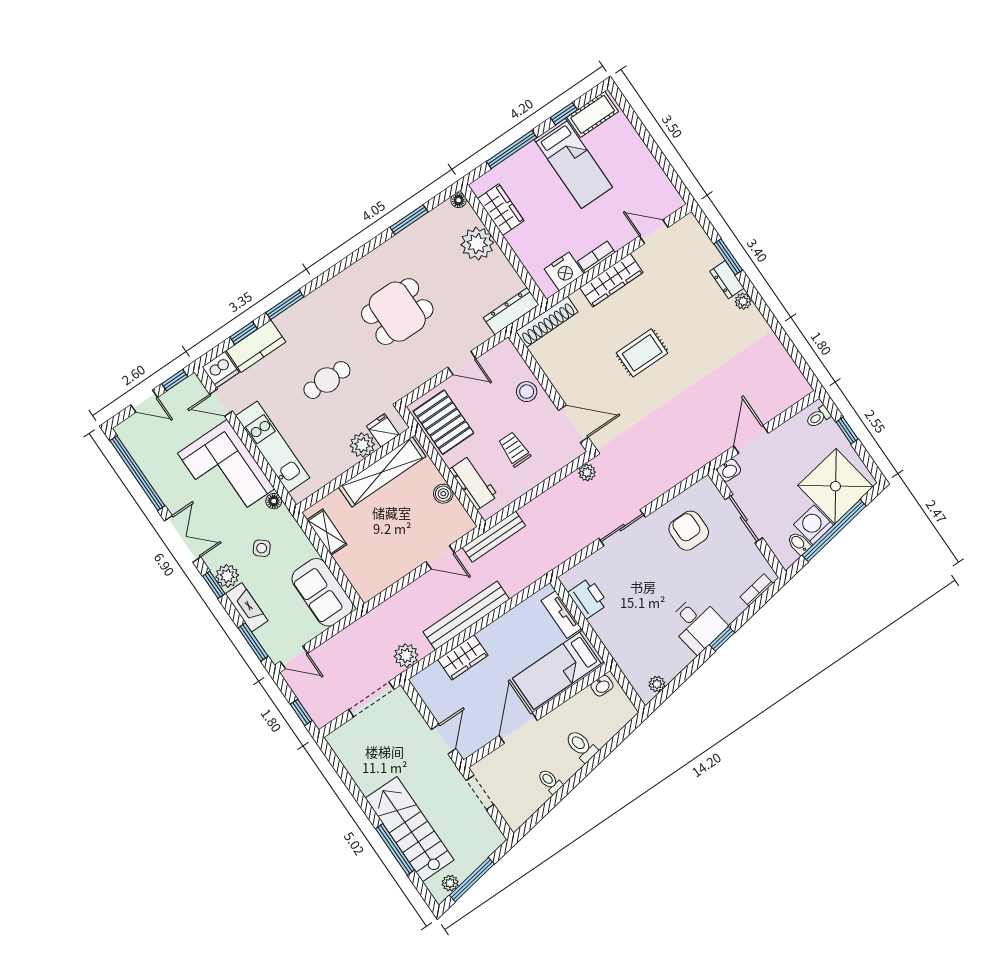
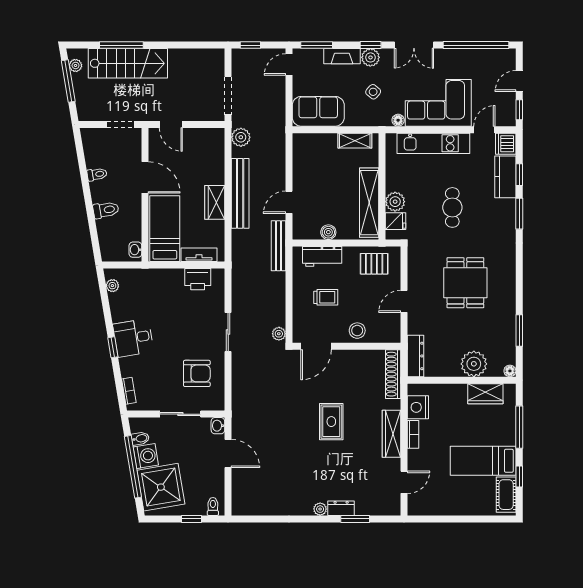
pallet: (443, 422) -> (374, 264), width x0.67, depth x0.71
wardrobe: (463, 657) -> (215, 202), moved

